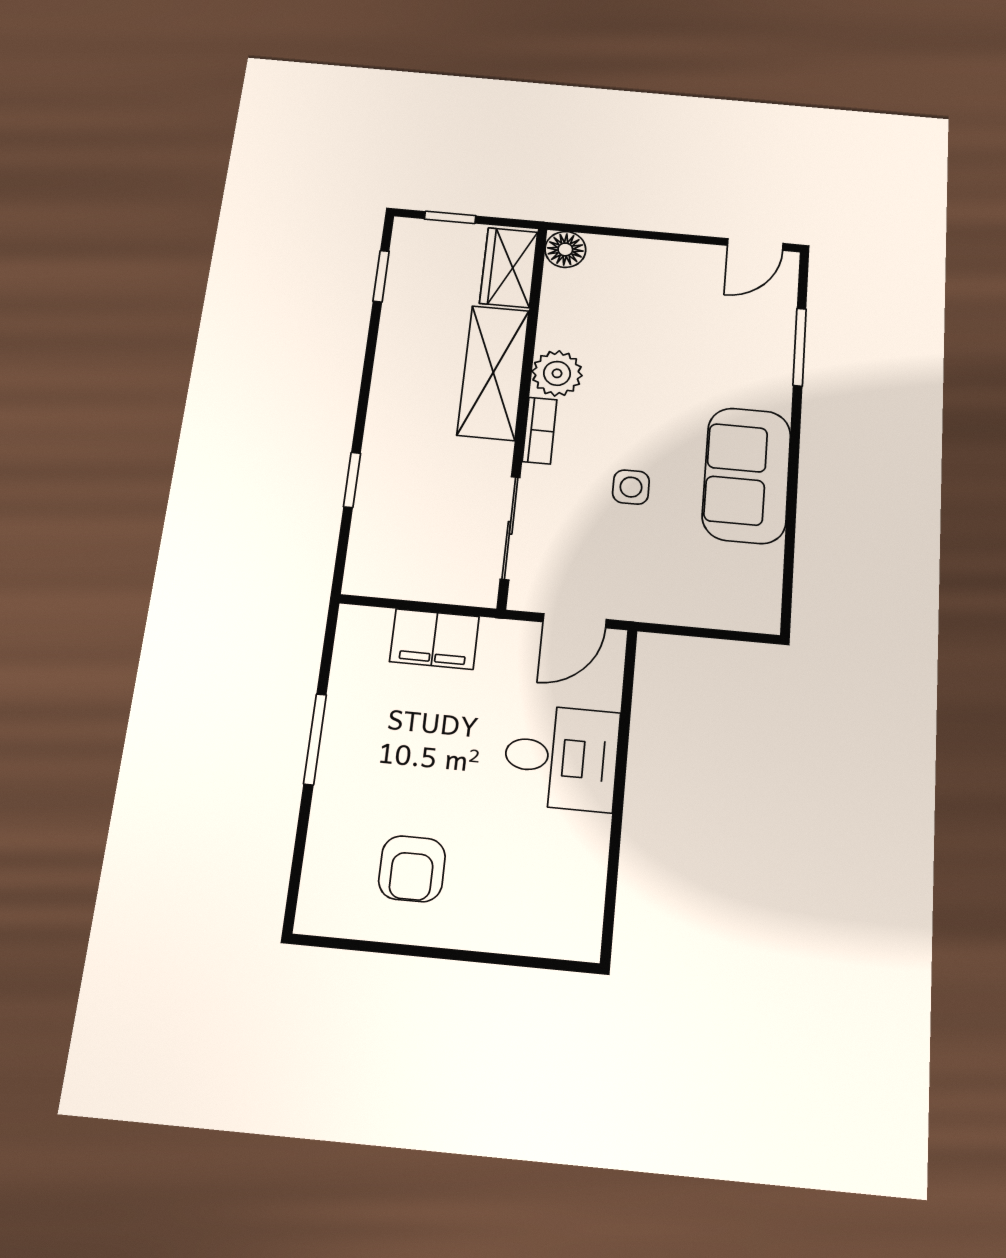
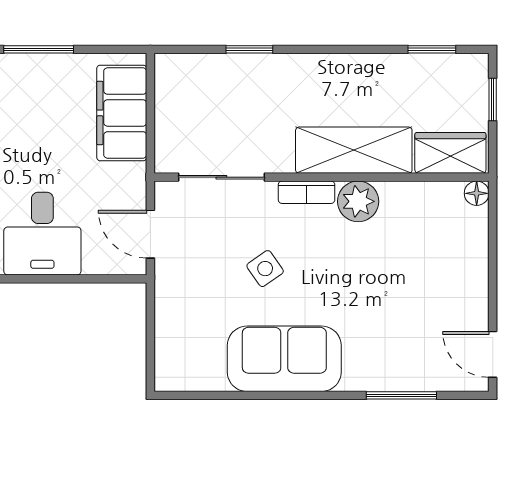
floor lamp: (565, 249) -> (477, 193), width x0.73, depth x0.73
side table: (631, 487) -> (265, 269), turned -35
filing cabinet: (434, 639) -> (122, 113), width x1.50, depth x1.17

